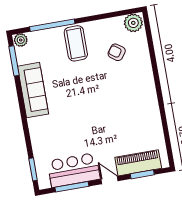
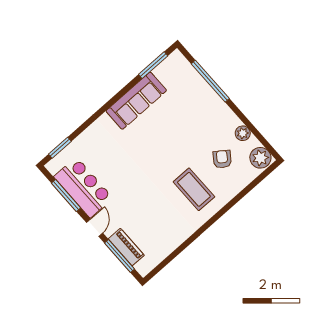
plant: (21, 40) -> (243, 133), moved
coffee table: (76, 43) -> (194, 189), moved, turned 90
piano: (138, 163) -> (126, 247), width x0.73, depth x0.75
window: (142, 174) -> (120, 256), width x1.44

